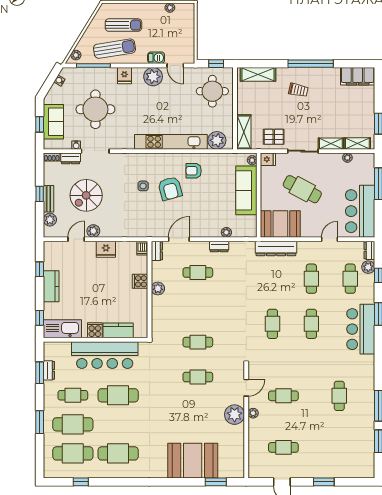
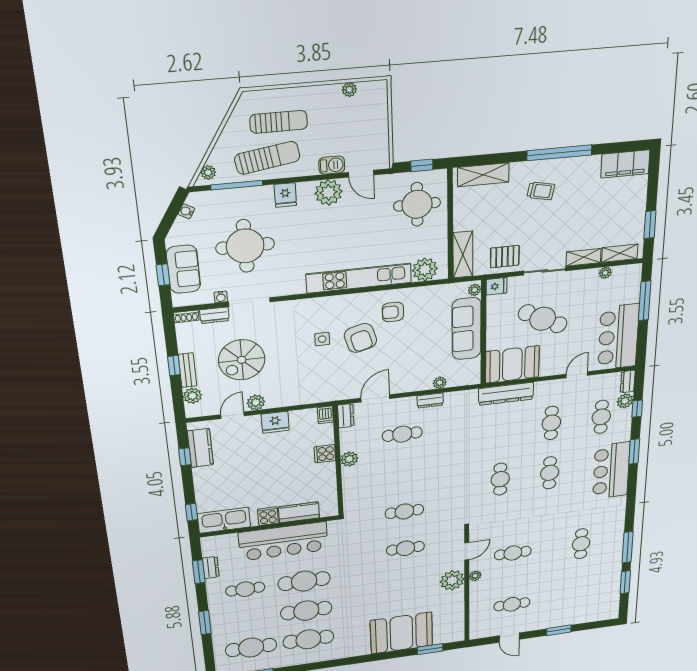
kitchen counter: (51, 286) -> (200, 448), moved
cafe table: (73, 424) -> (306, 611), moved

